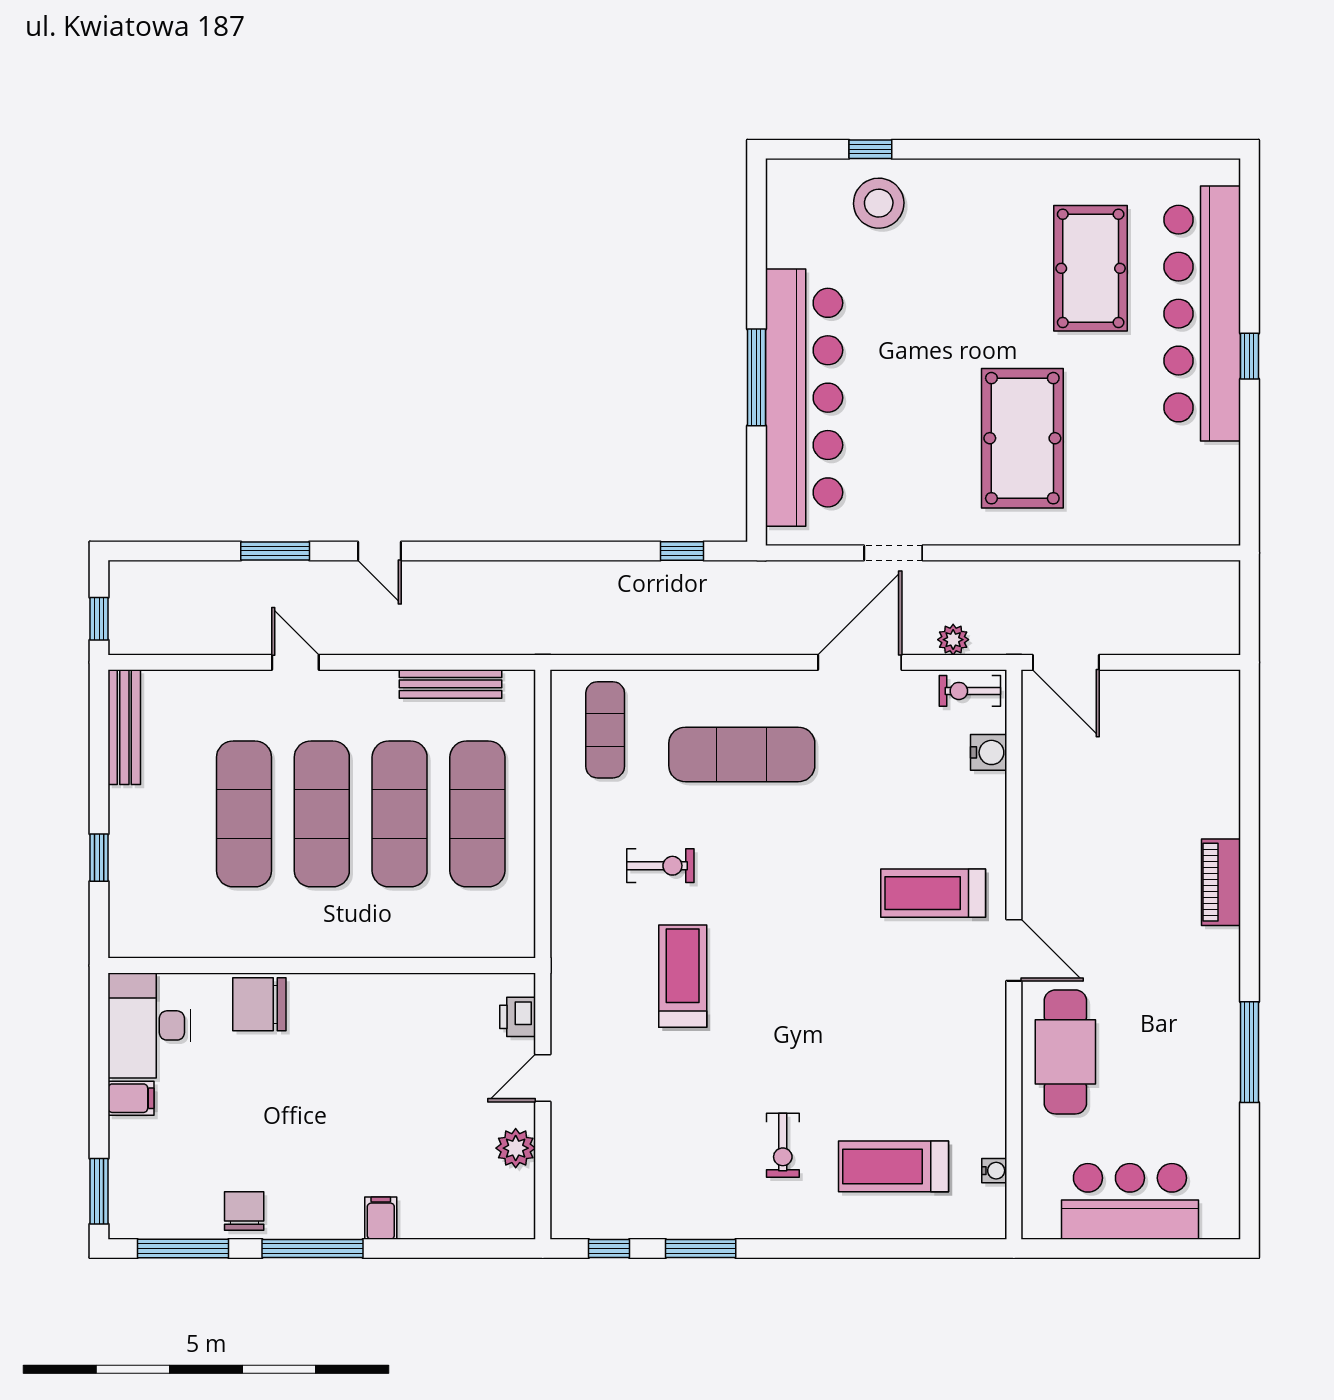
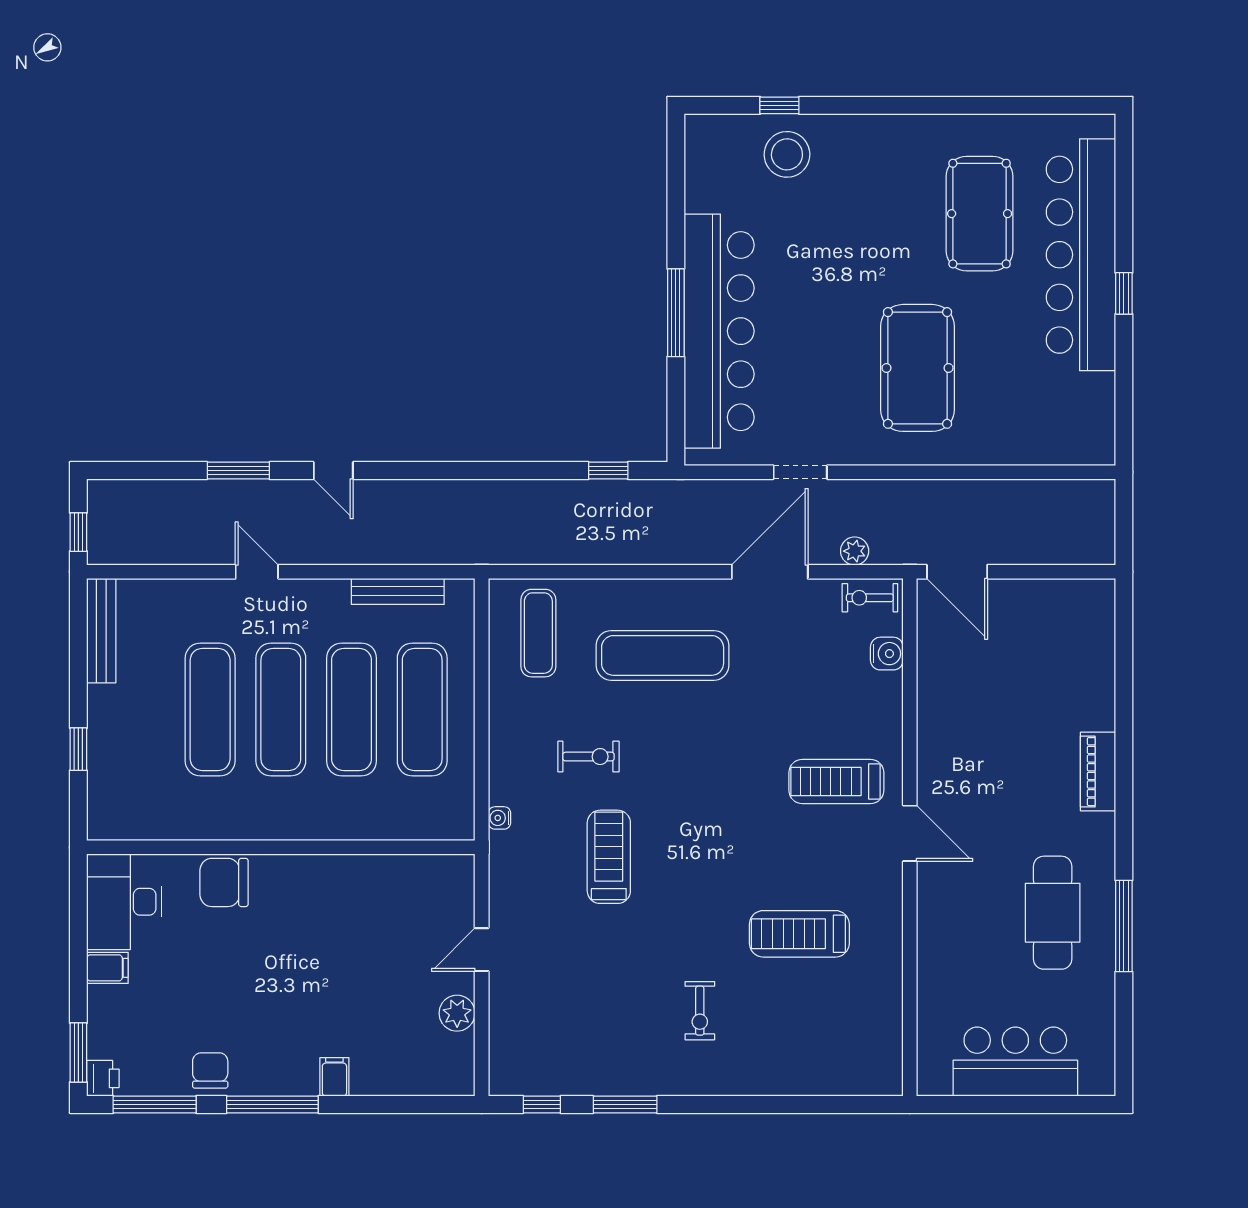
printer: (518, 1017) -> (103, 1078), moved, turned 180
cafe table: (1065, 1052) -> (1053, 913), moved
treadmill: (893, 1166) -> (799, 934), moved
water cooler: (994, 1171) -> (499, 818), moved, turned 180

